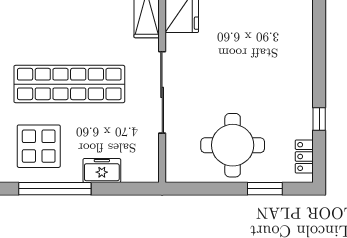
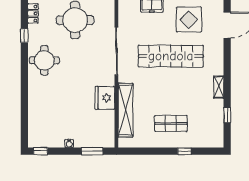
round table: (285, 77) -> (44, 60), added

